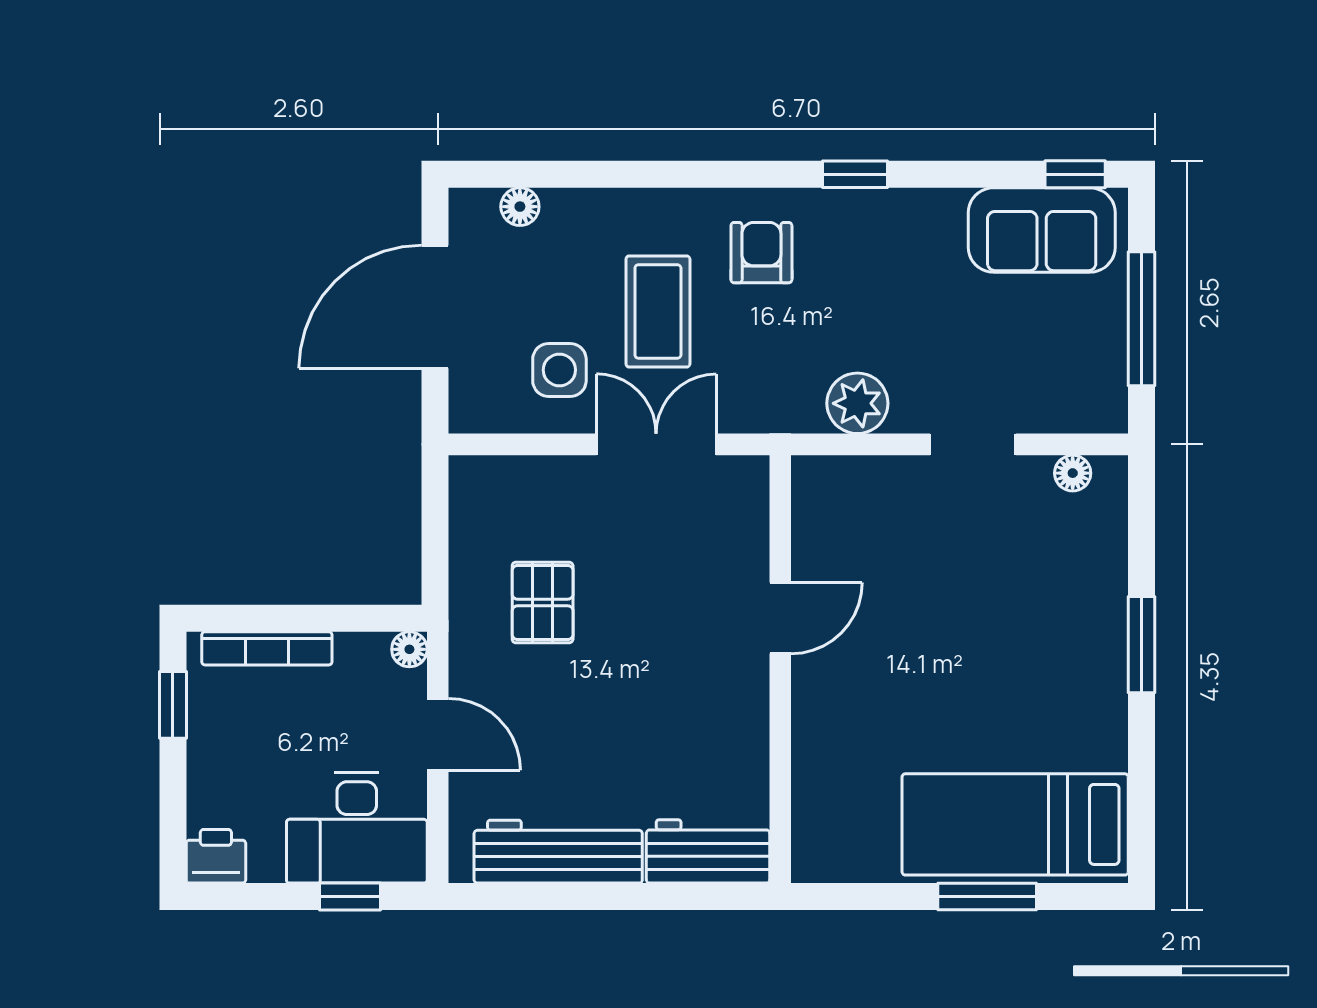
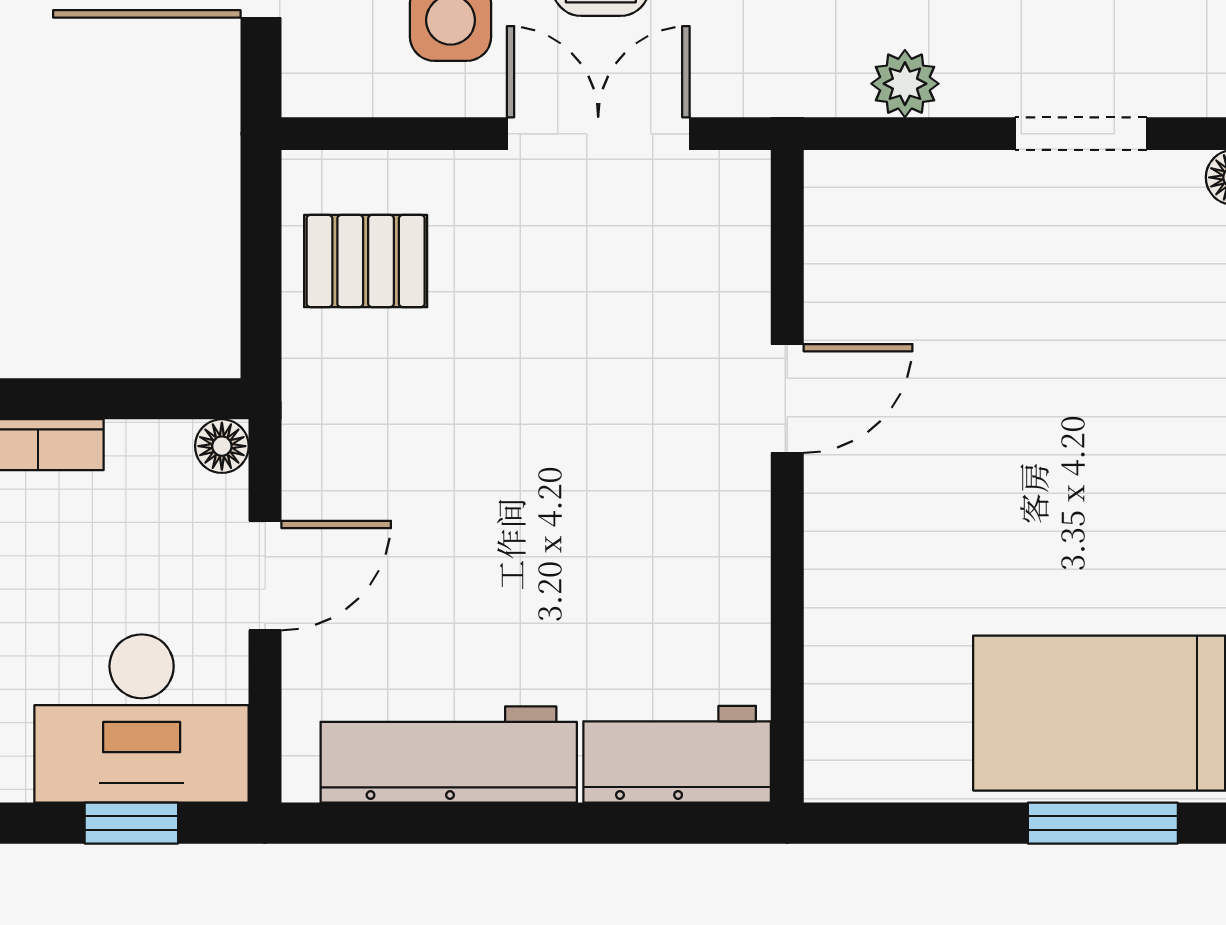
plant: (857, 403) -> (905, 84), width x0.73, depth x0.73
pallet: (543, 603) -> (366, 261), moved, turned 90
door: (438, 734) -> (265, 576), hinge flipped

